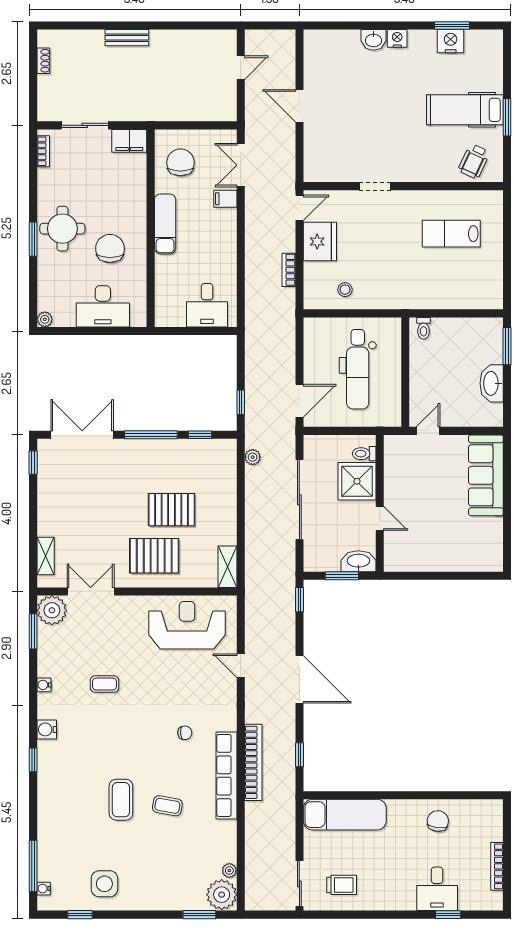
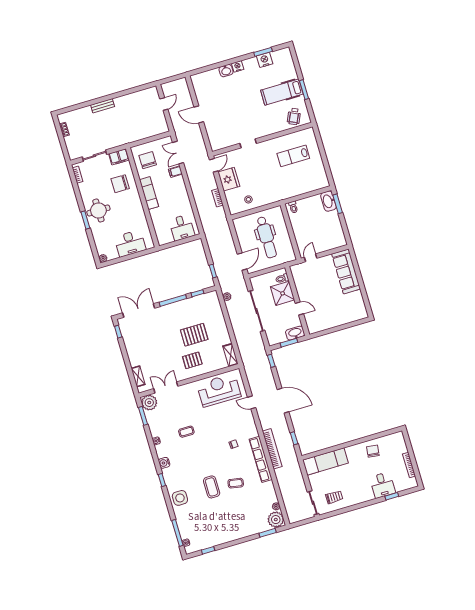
chair: (110, 249) -> (120, 184), moved, turned -90
washbasin: (492, 383) -> (328, 201), moved
pallet: (154, 556) -> (192, 360), width x0.67, depth x0.71
side table: (104, 884) -> (180, 498), moved

